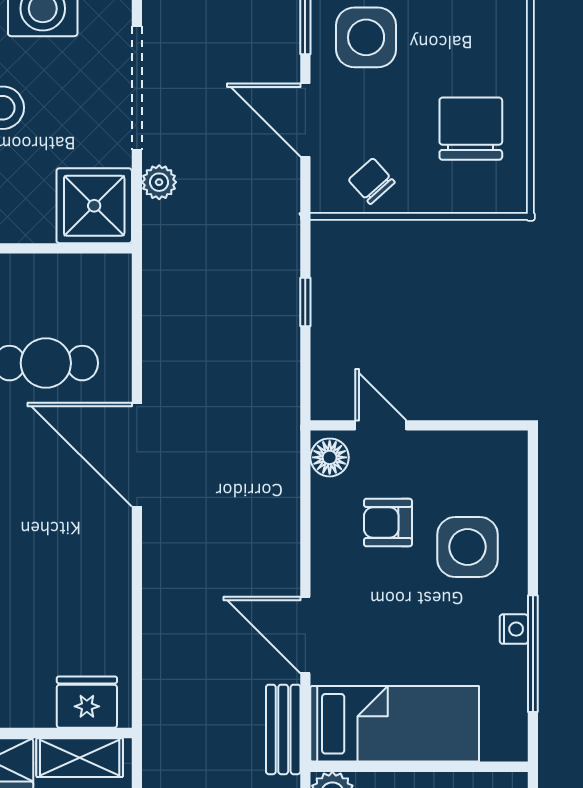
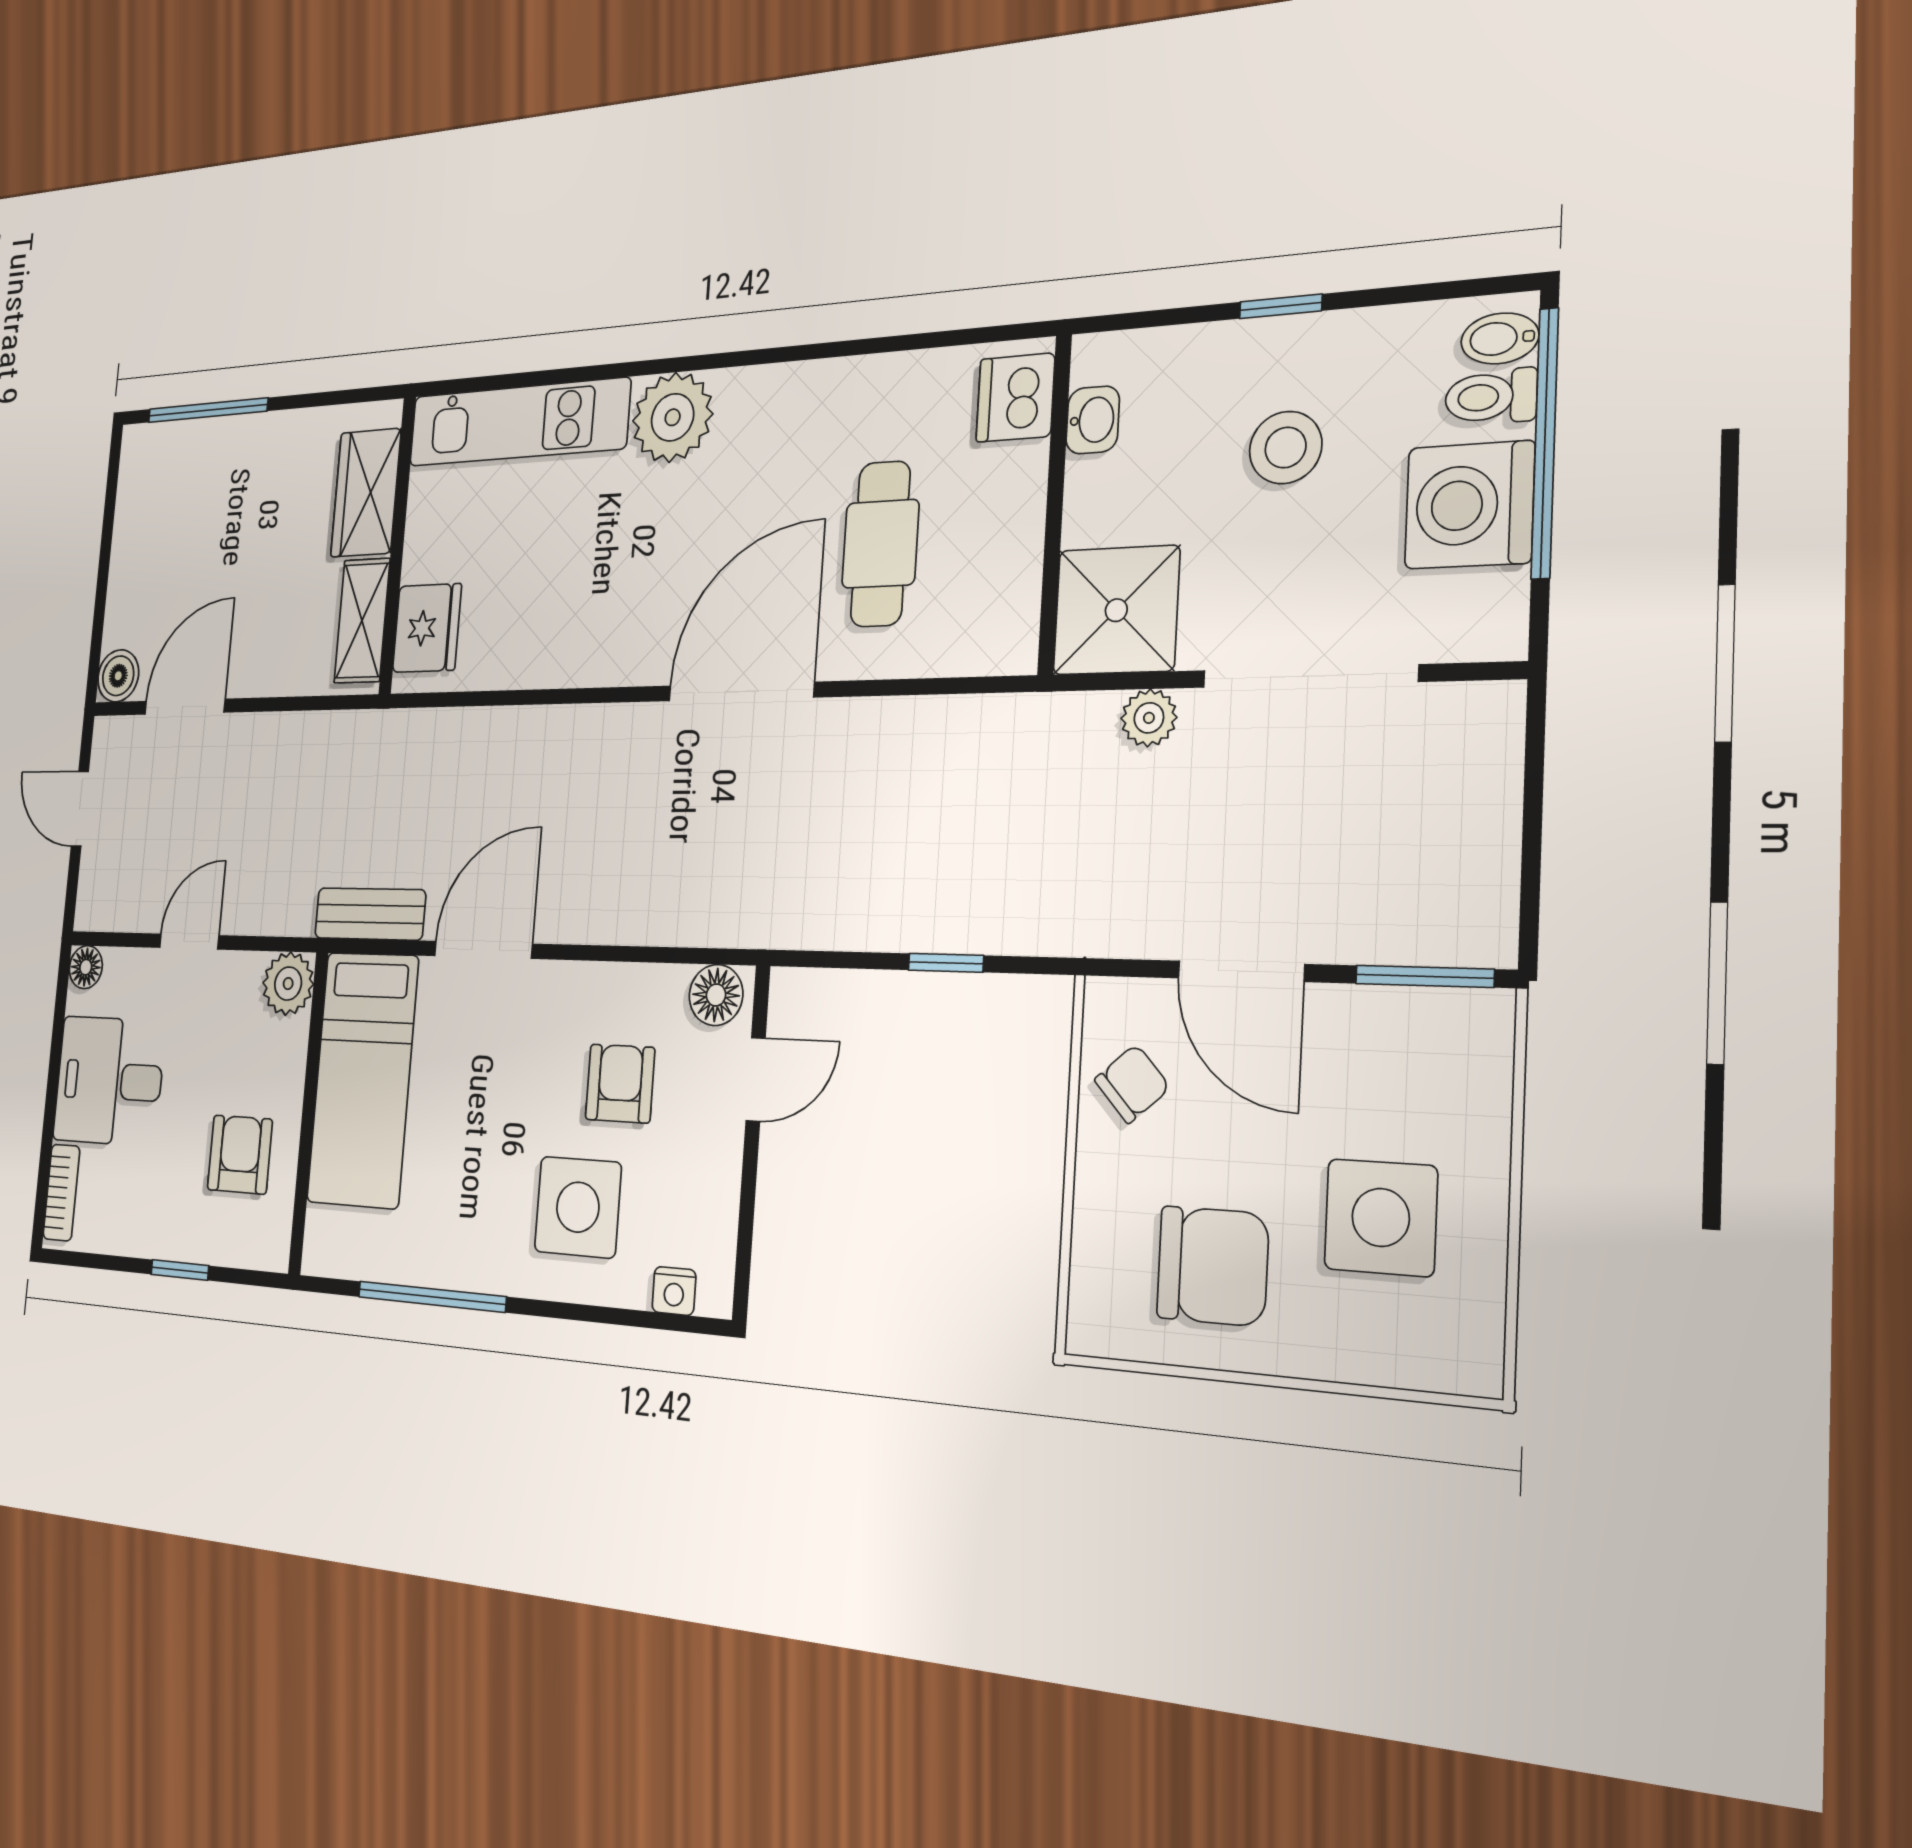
side table: (366, 37) -> (1381, 1217), moved
door: (305, 120) -> (1241, 971), swing flipped
nightstand: (514, 629) -> (674, 1291), moved

